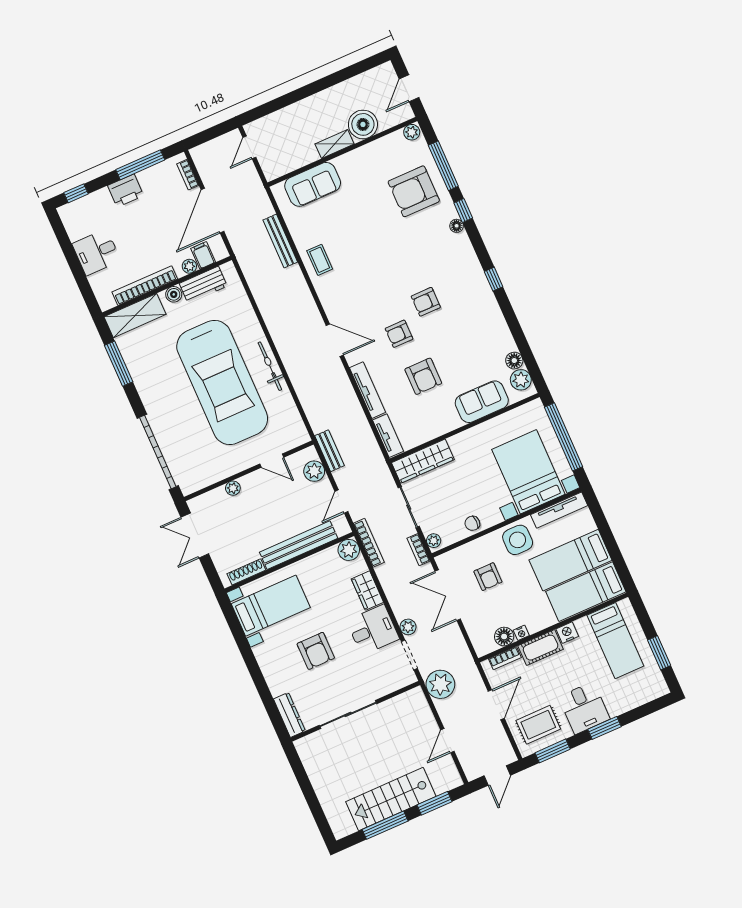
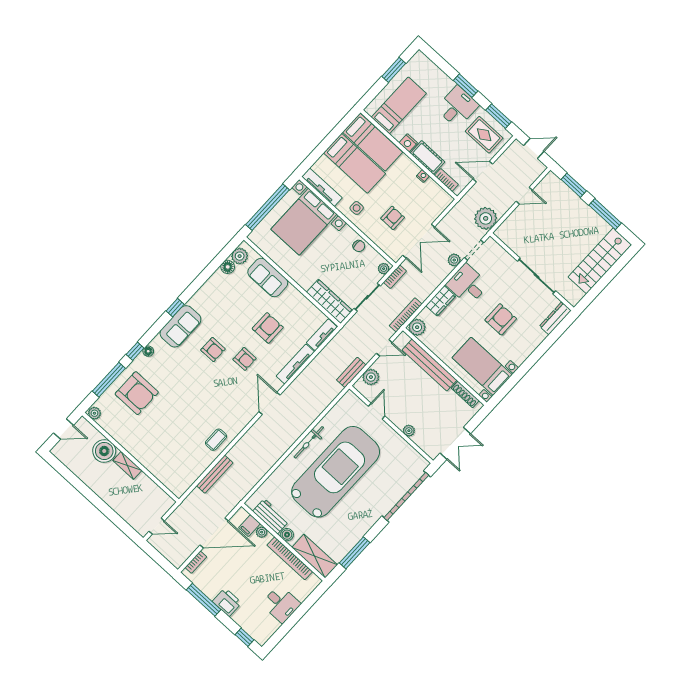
sofa: (313, 184) -> (180, 326), moved, turned 90
side table: (518, 540) -> (357, 208), width x0.54, depth x0.54
floor lamp: (504, 637) -> (431, 187), removed
stairs: (391, 799) -> (600, 261), moved, turned 90

